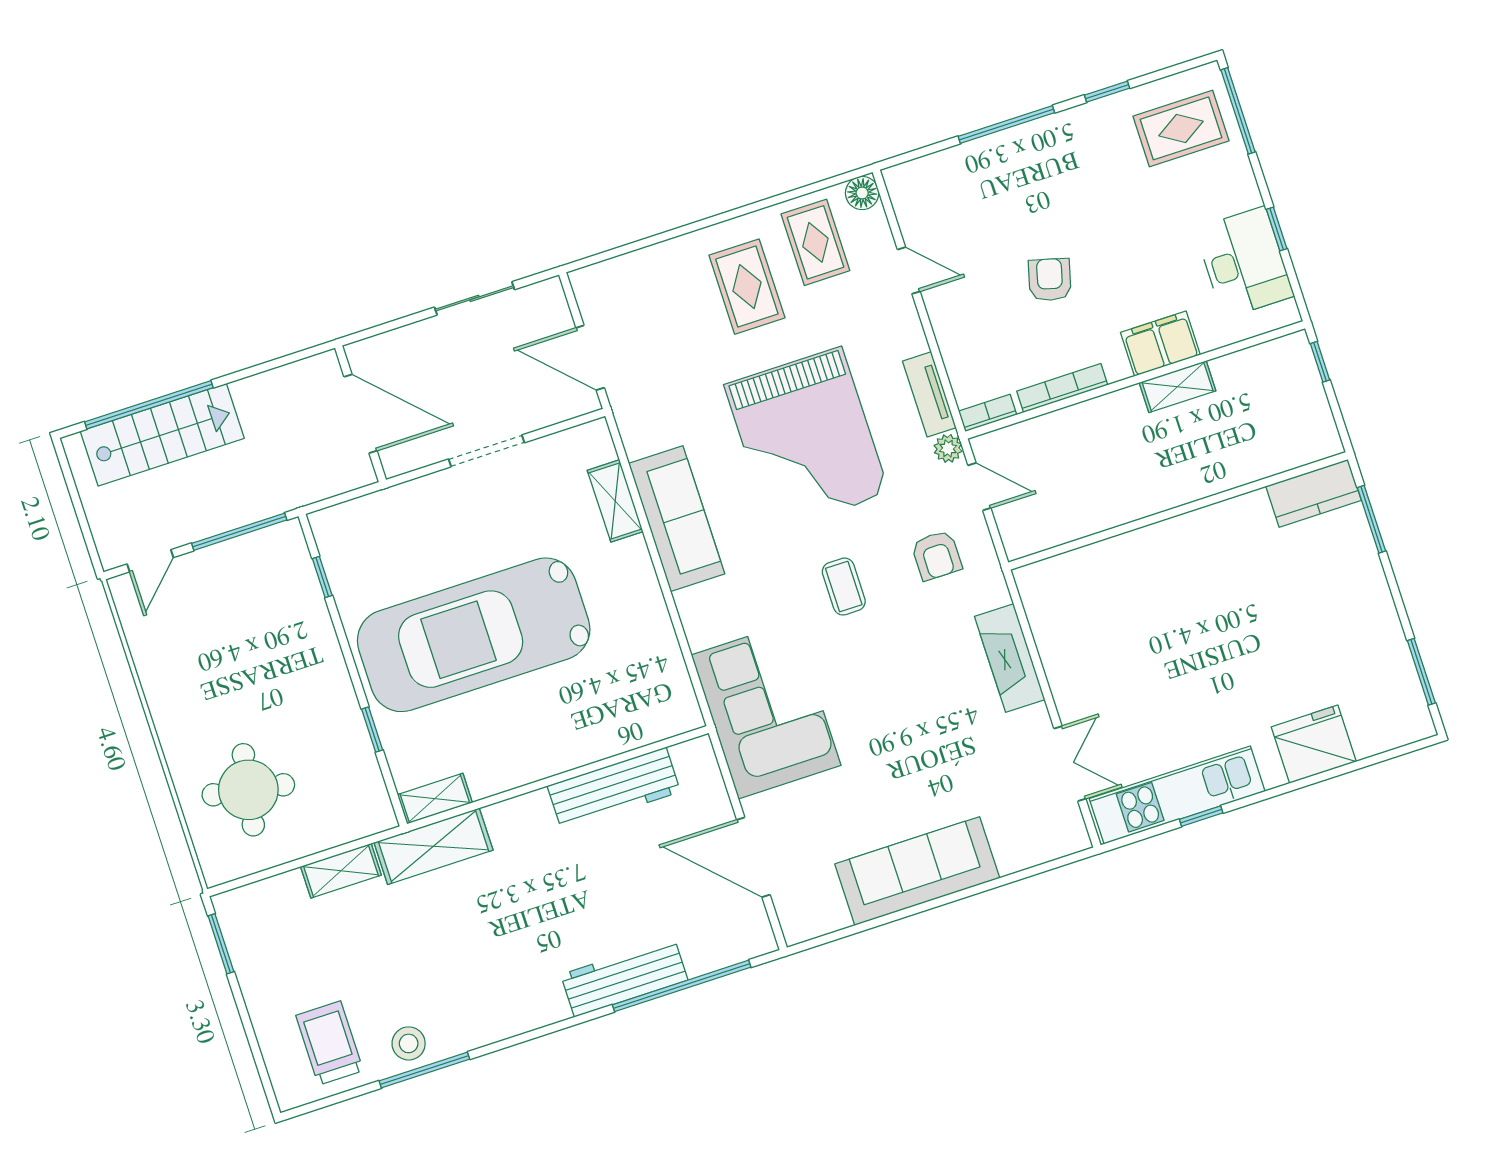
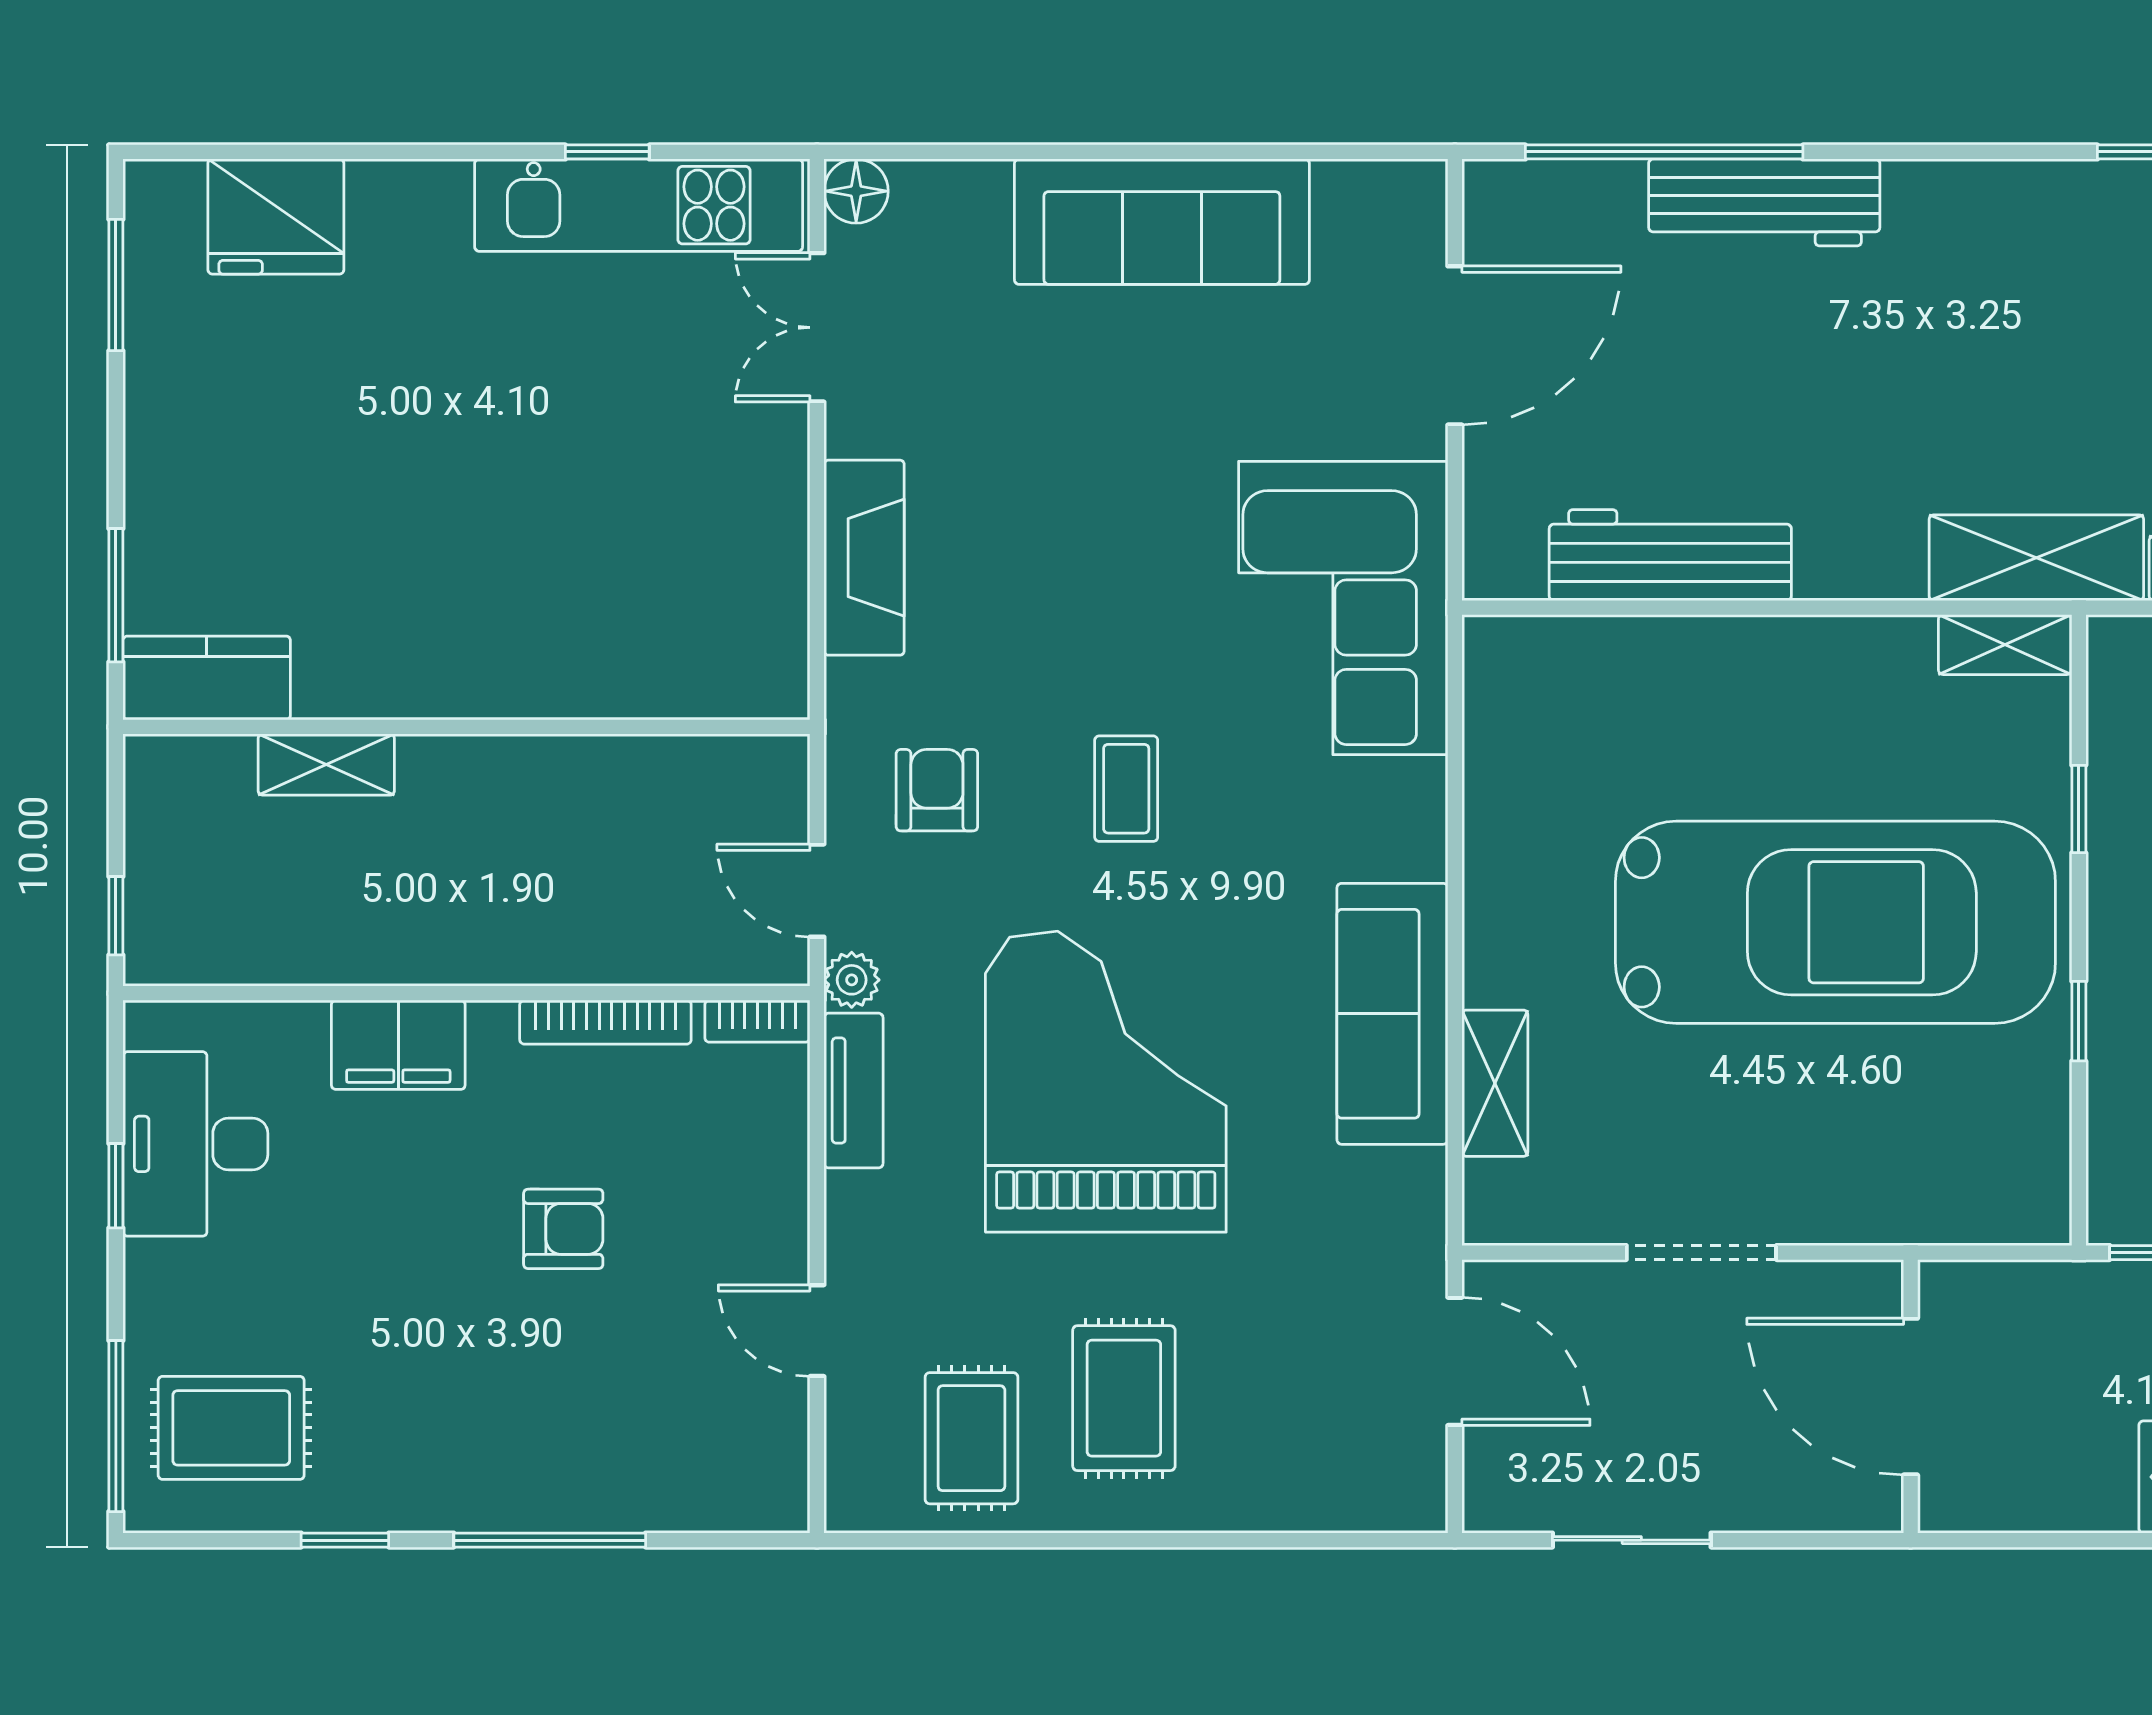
floor lamp: (862, 193) -> (856, 191), moved
armchair: (1050, 280) -> (563, 1229), turned -105
shelving: (1178, 387) -> (326, 764), moved
window: (322, 577) -> (2079, 1021), moved
fridge: (1314, 744) -> (276, 217), moved
door: (753, 857) -> (1455, 345), hinge flipped

